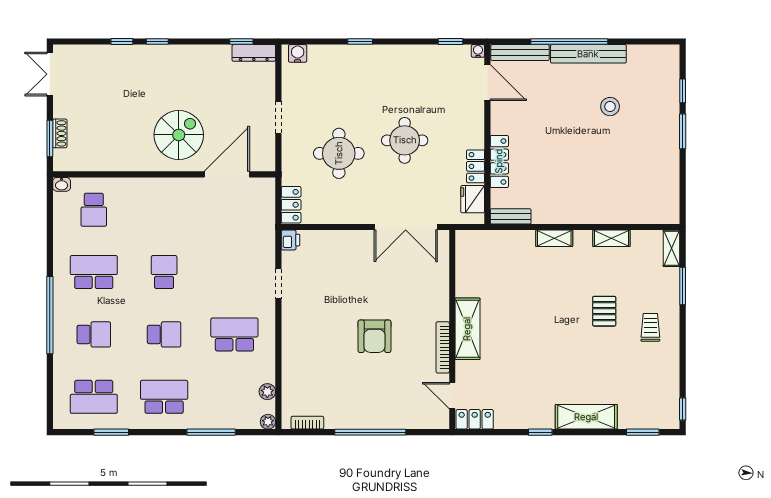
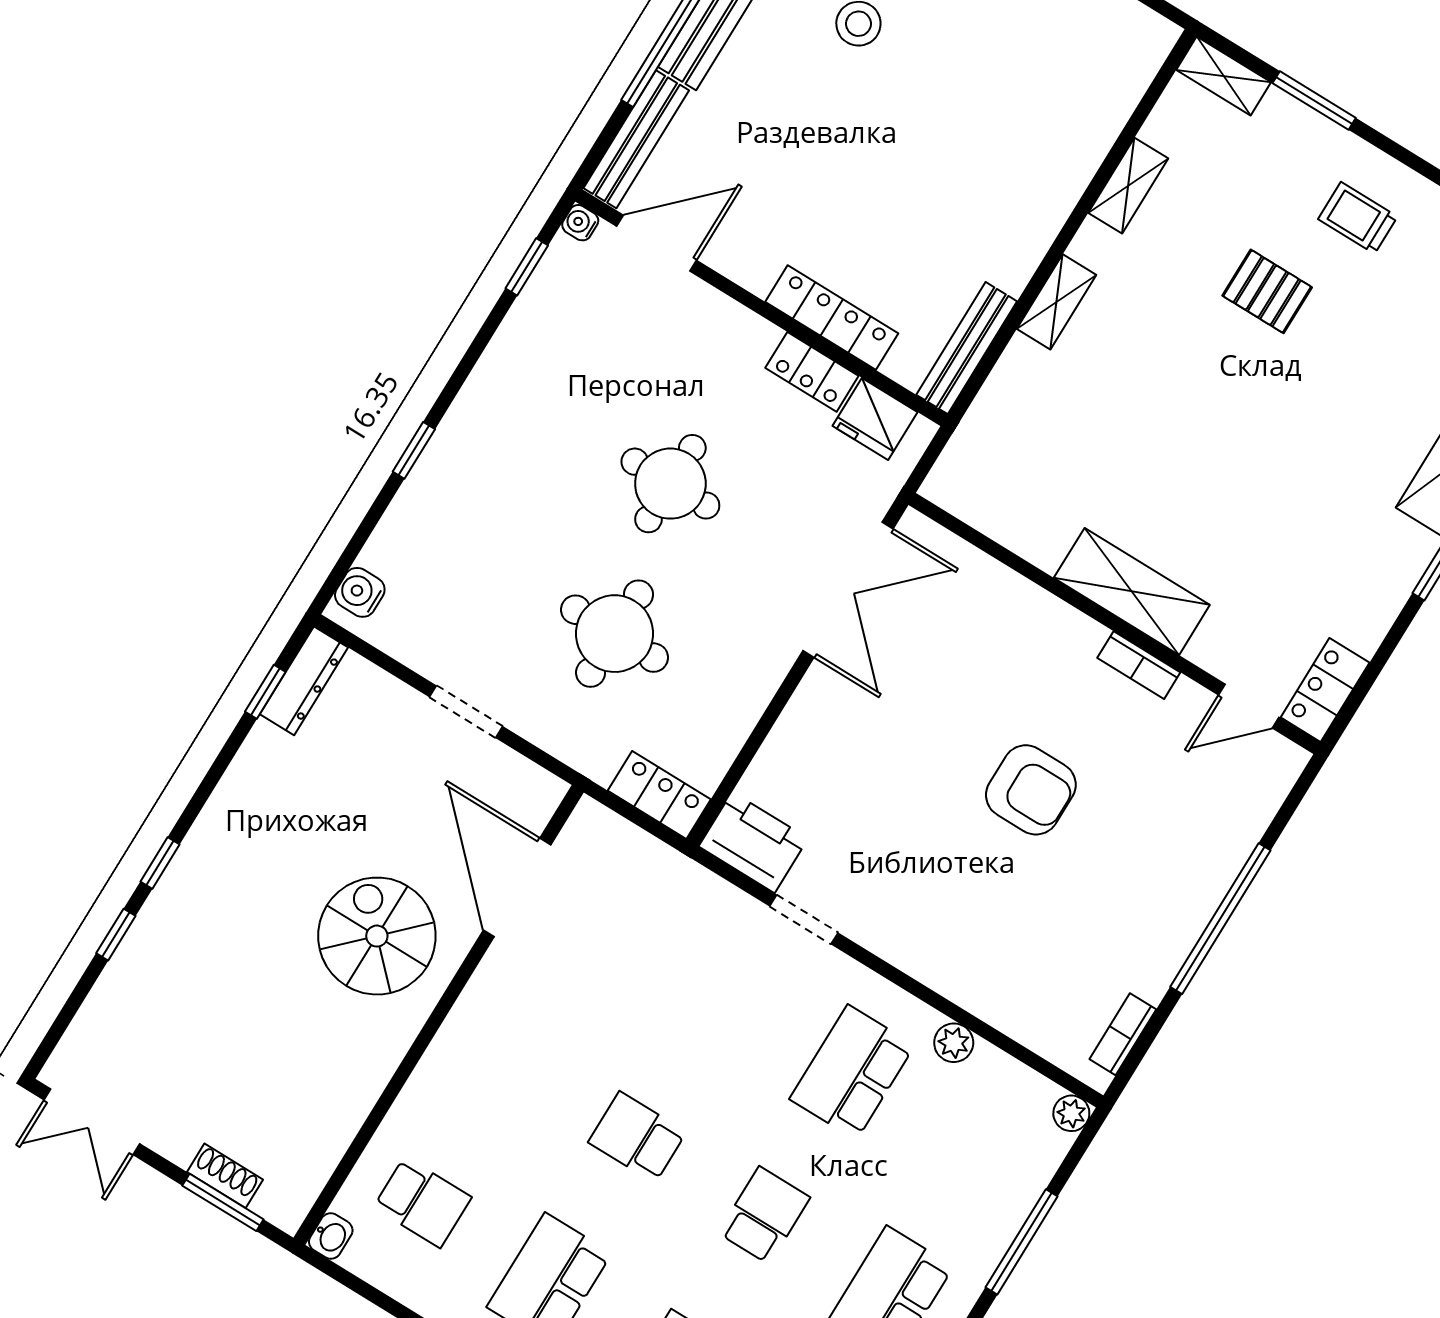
bench: (511, 216) -> (967, 348), width x1.36
printer: (290, 240) -> (753, 842), width x1.87, depth x1.48
bookcase: (443, 347) -> (1139, 665), width x0.64
plant: (267, 392) -> (954, 1043), moved

